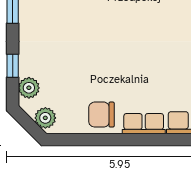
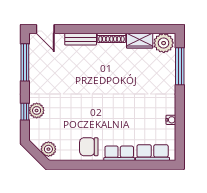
plant: (29, 88) -> (37, 110), moved

